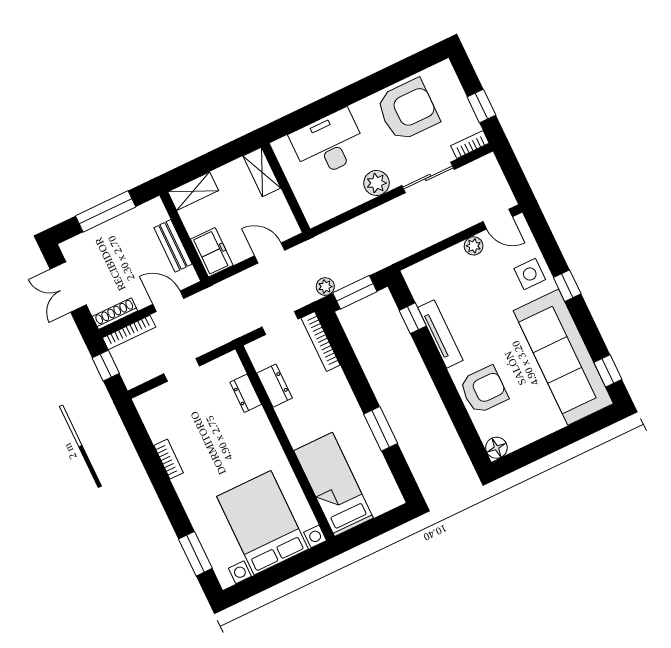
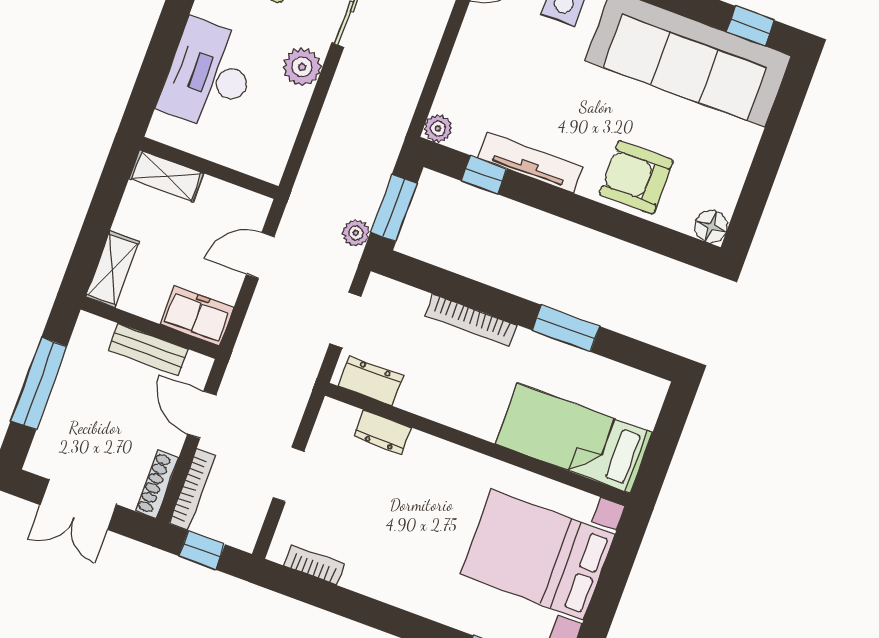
plant: (474, 246) -> (438, 128), moved
door: (168, 301) -> (202, 415), hinge flipped
bookcase: (321, 342) -> (471, 320), moved
dresser: (274, 386) -> (371, 381), moved
armchair: (484, 390) -> (636, 177), turned -90
bookcase: (169, 459) -> (314, 565), moved

